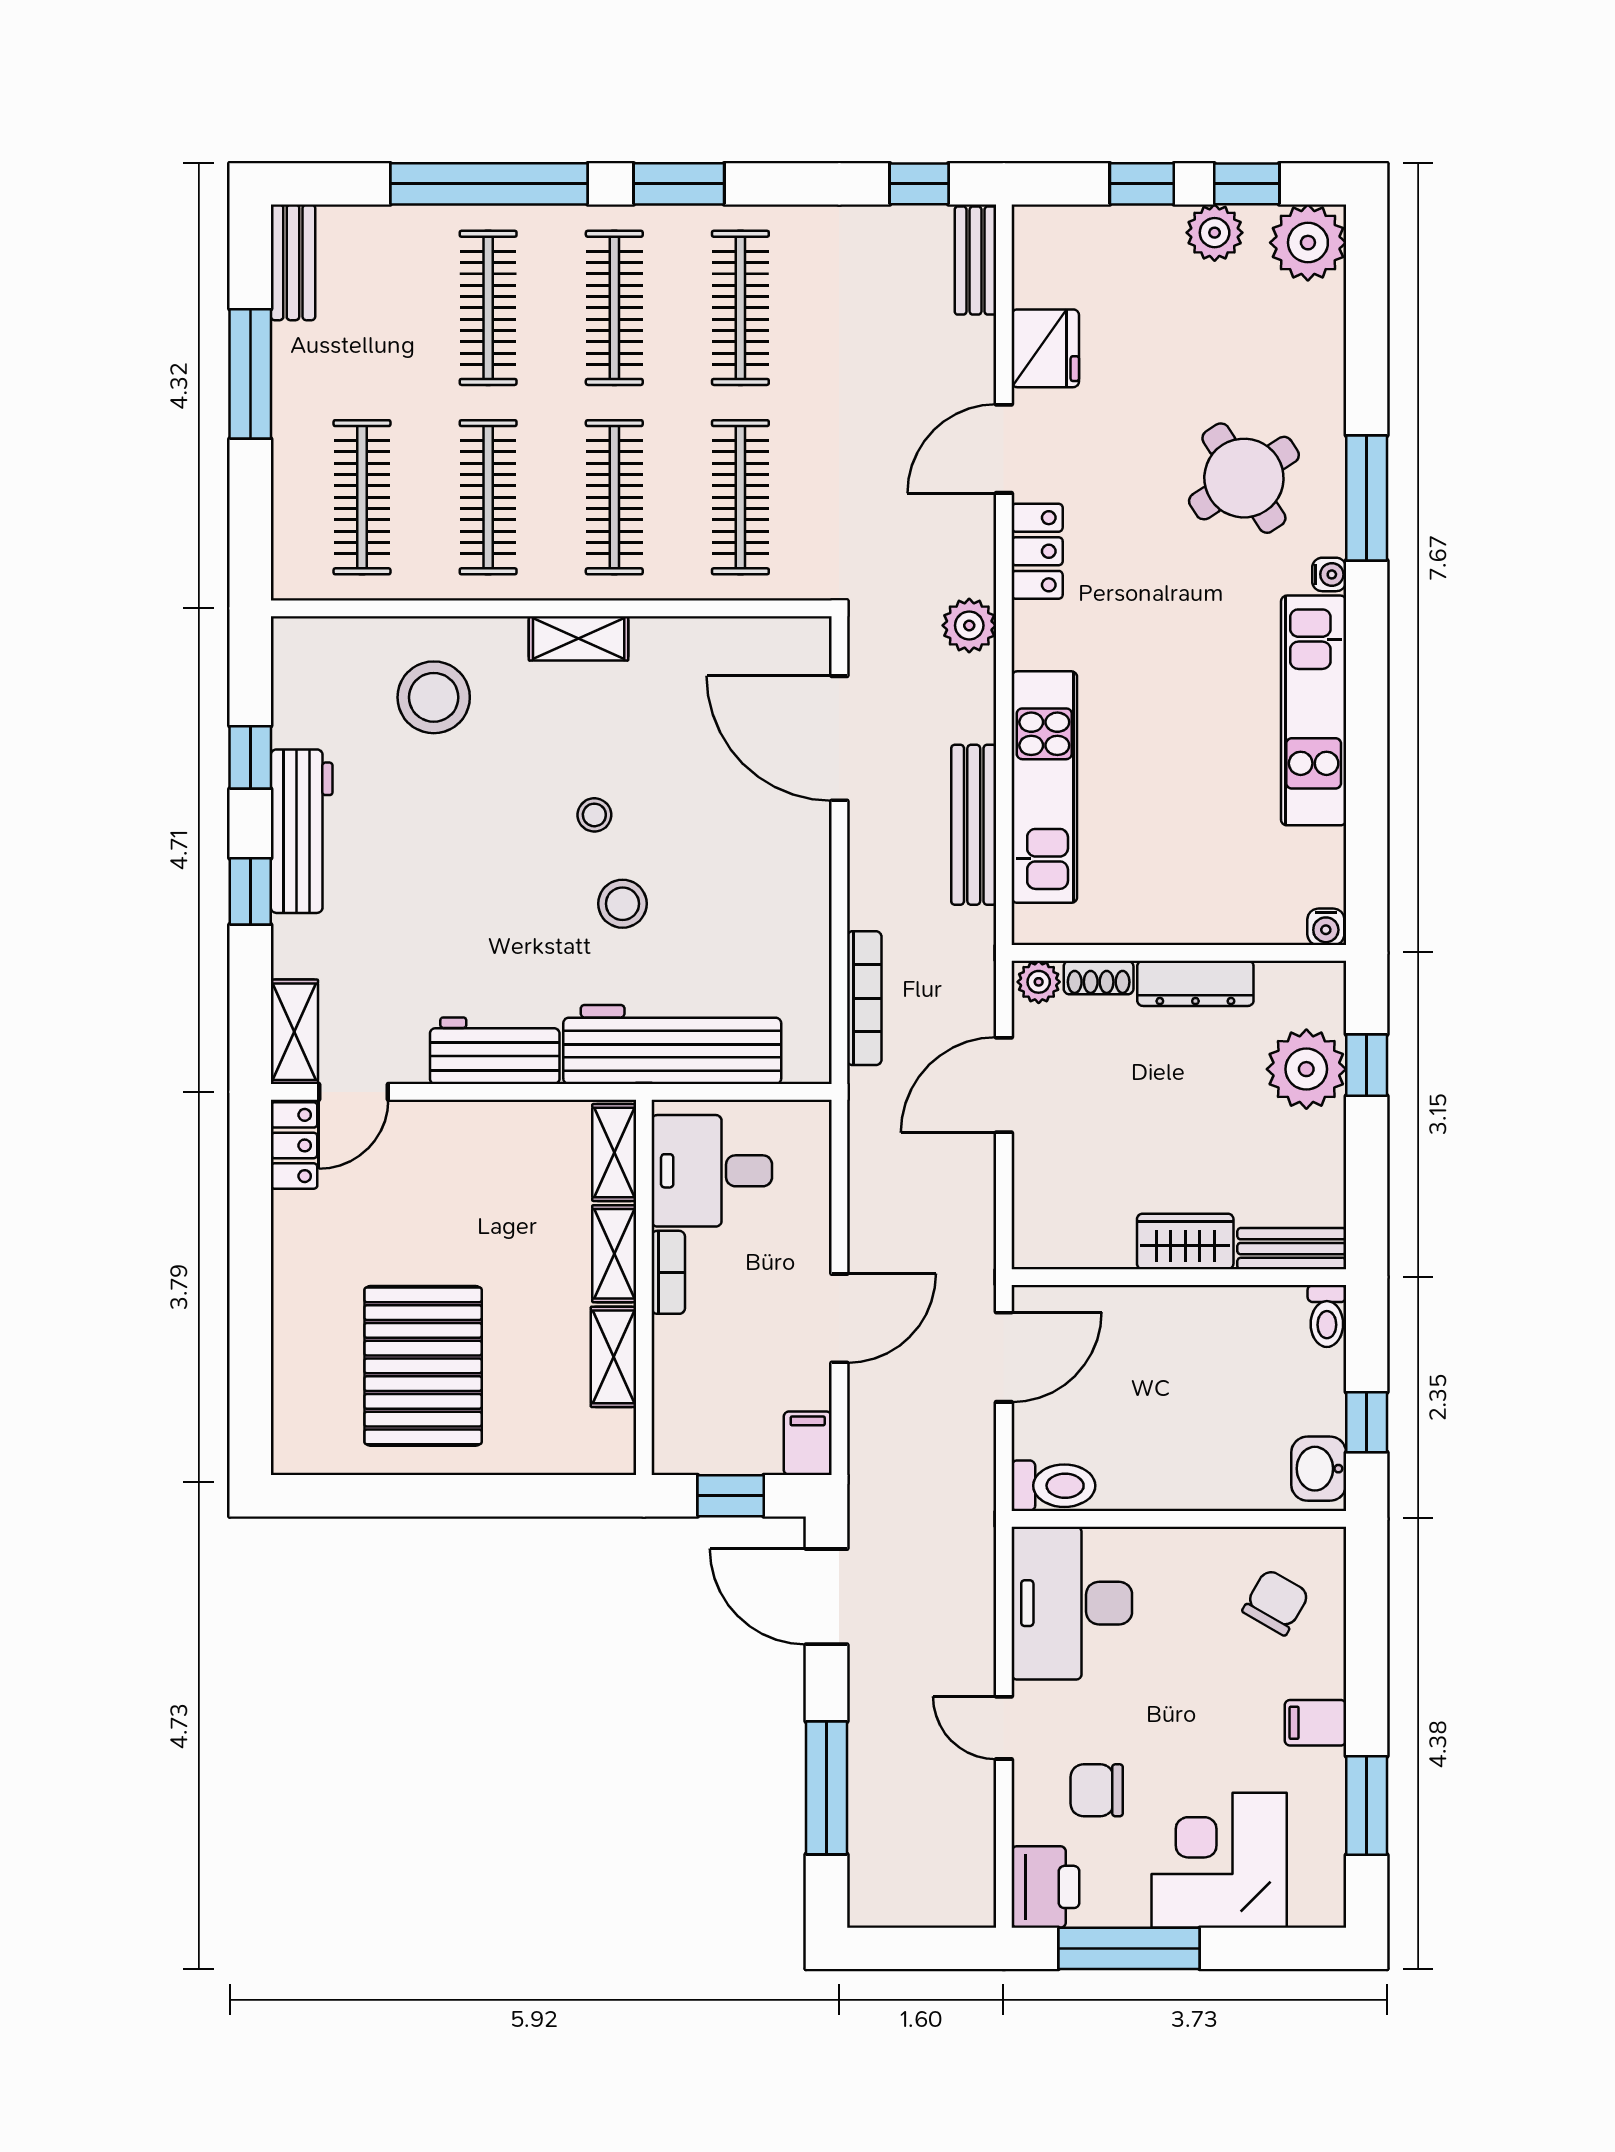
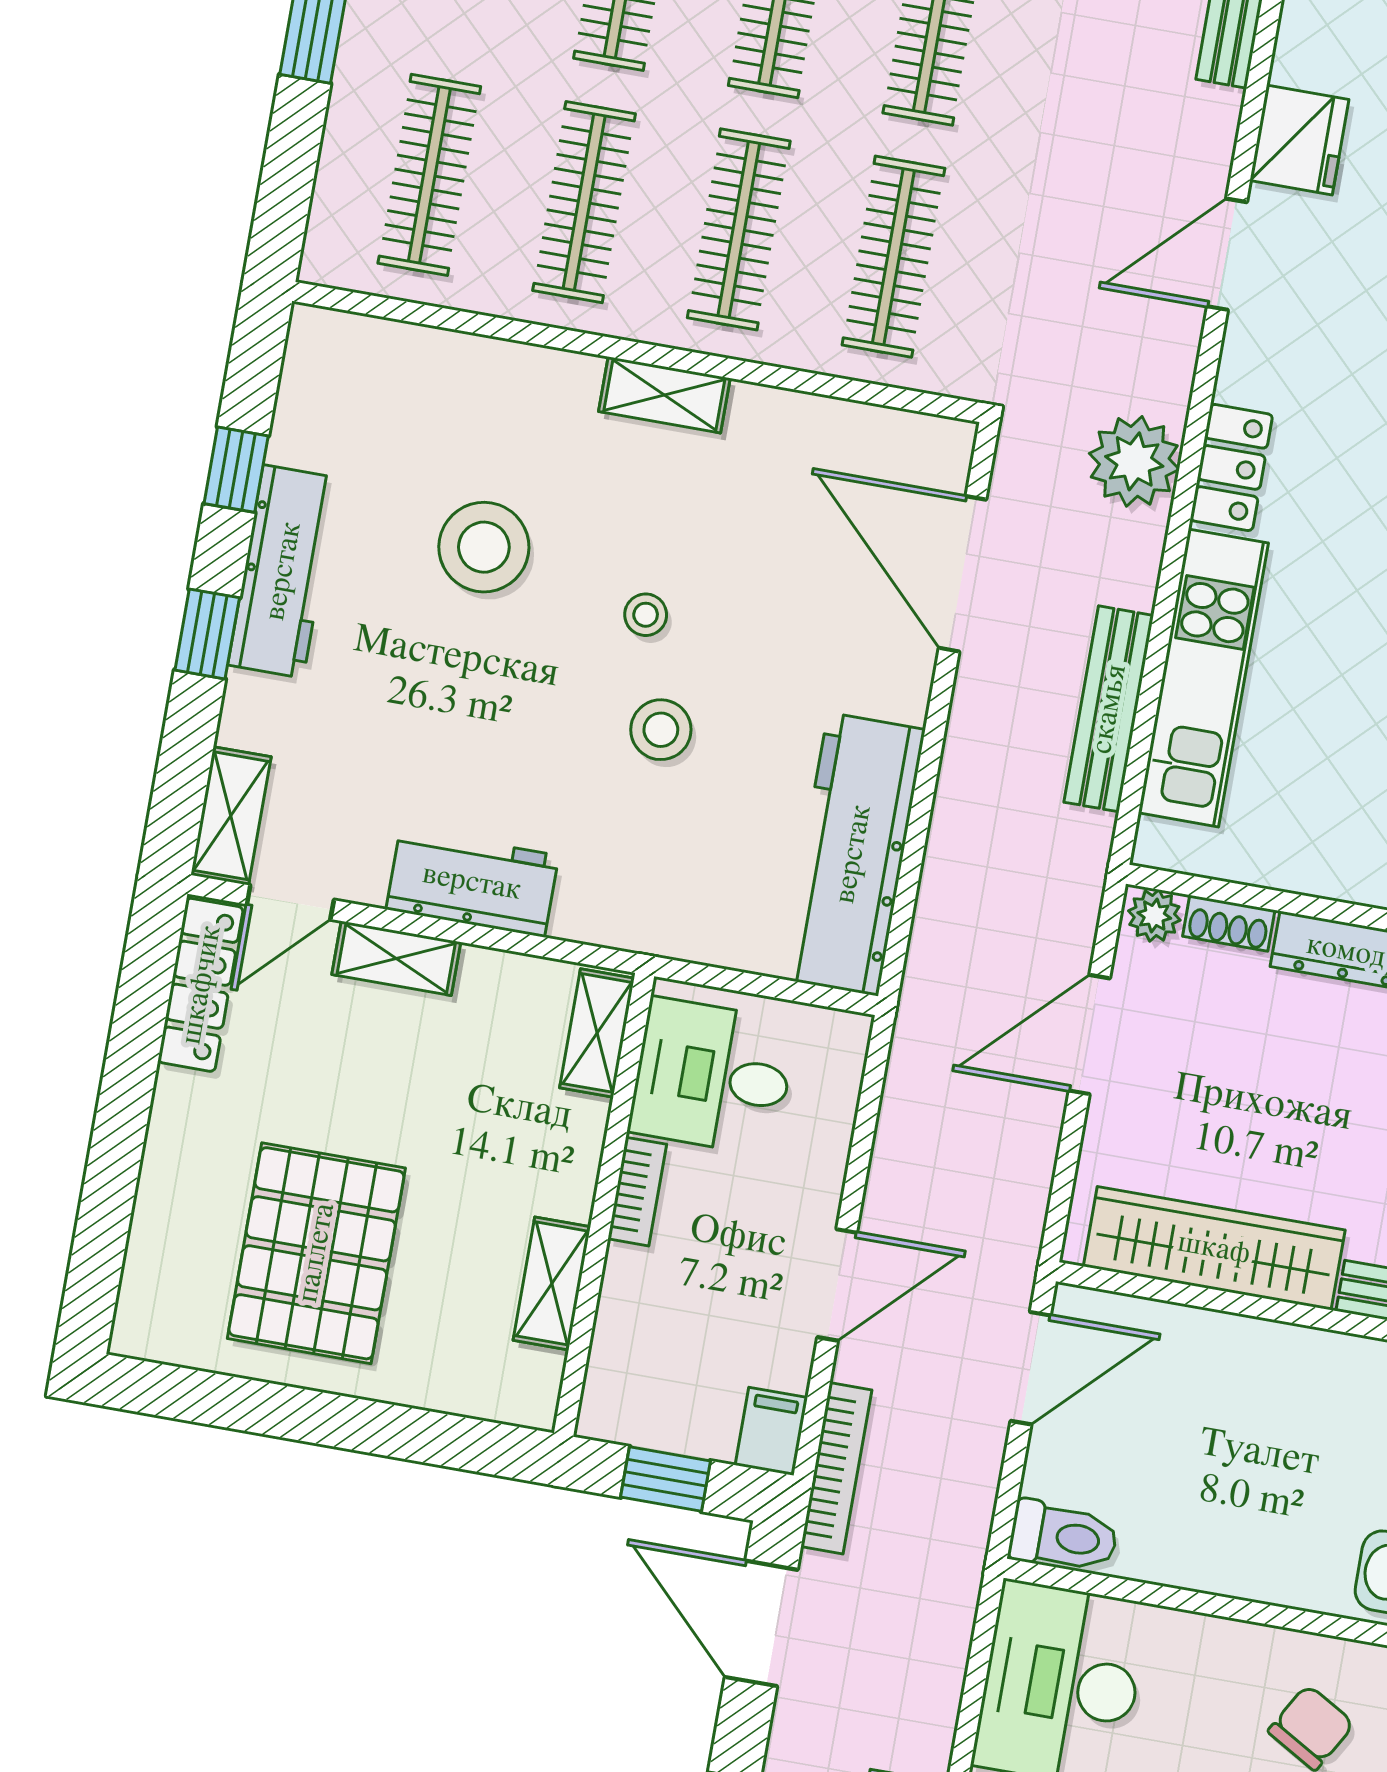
locker: (1037, 551) -> (1231, 467), moved
plant: (969, 625) -> (1134, 461), width x1.36, depth x1.36
stool: (434, 697) -> (484, 547), moved
bookcase: (864, 998) -> (836, 1468), moved
workbench: (672, 1044) -> (853, 854), moved, turned -90
locker: (294, 1145) -> (201, 985), width x1.53
wardrobe: (1185, 1241) -> (1214, 1248), width x2.10, depth x1.17
shelving: (614, 1254) -> (396, 958), moved, turned 90

